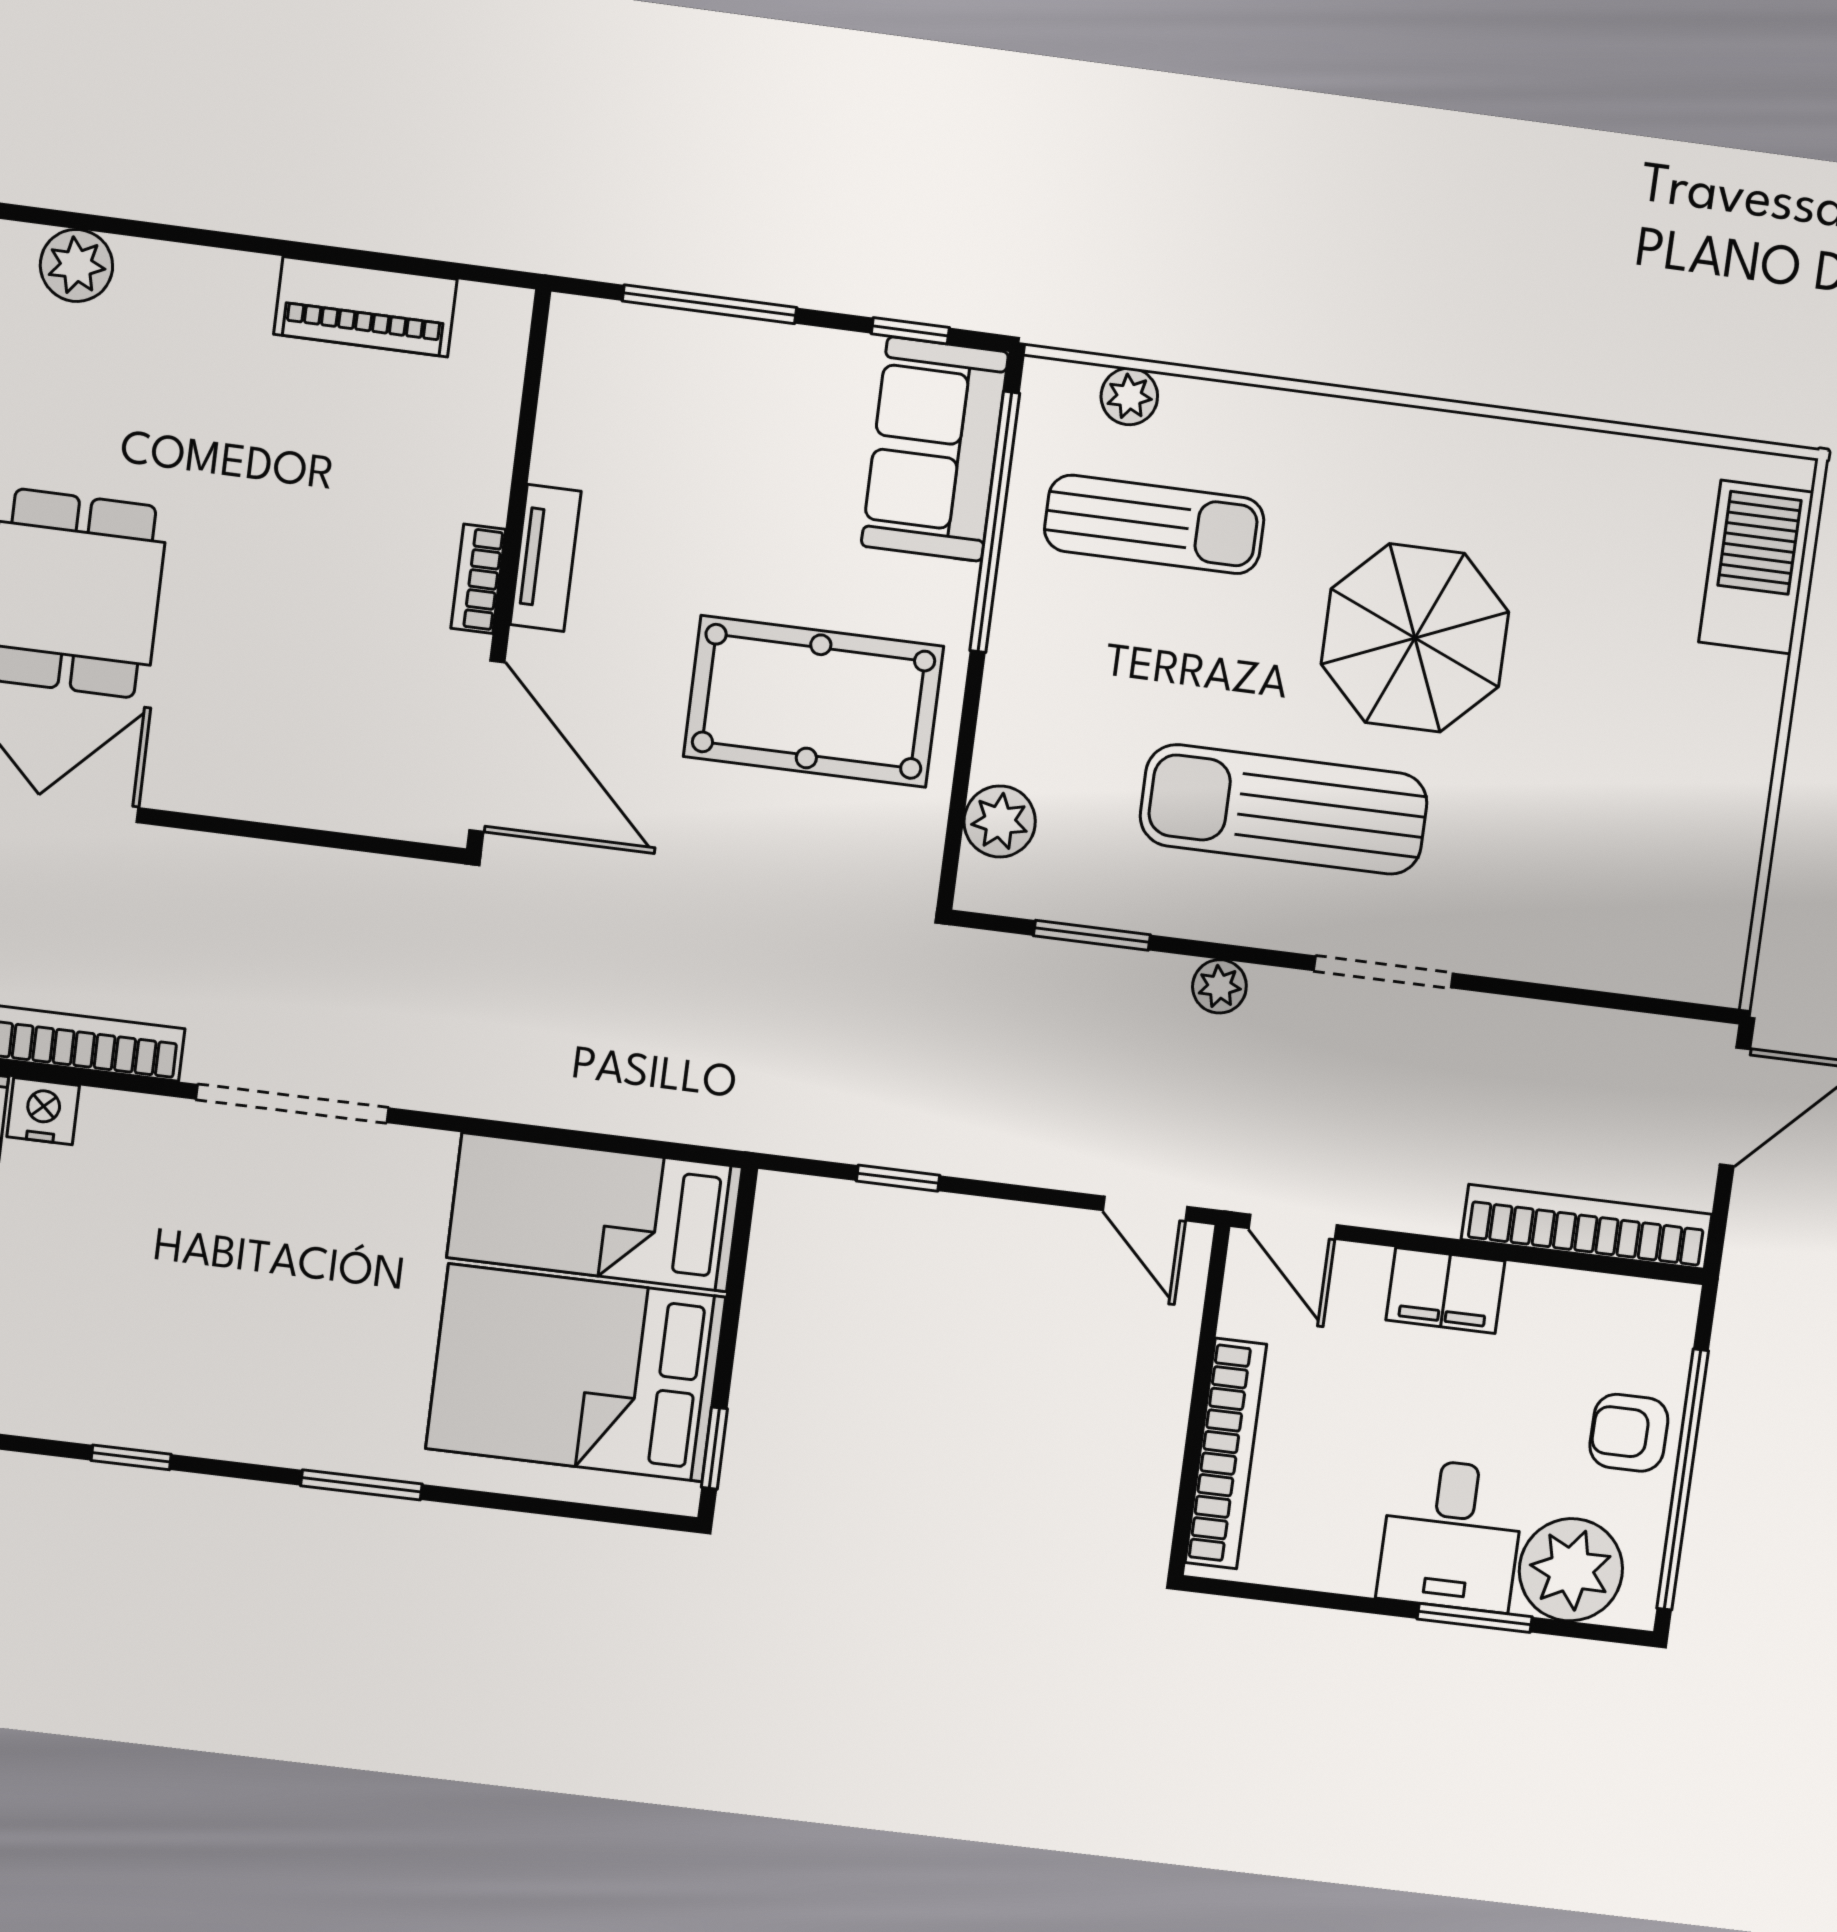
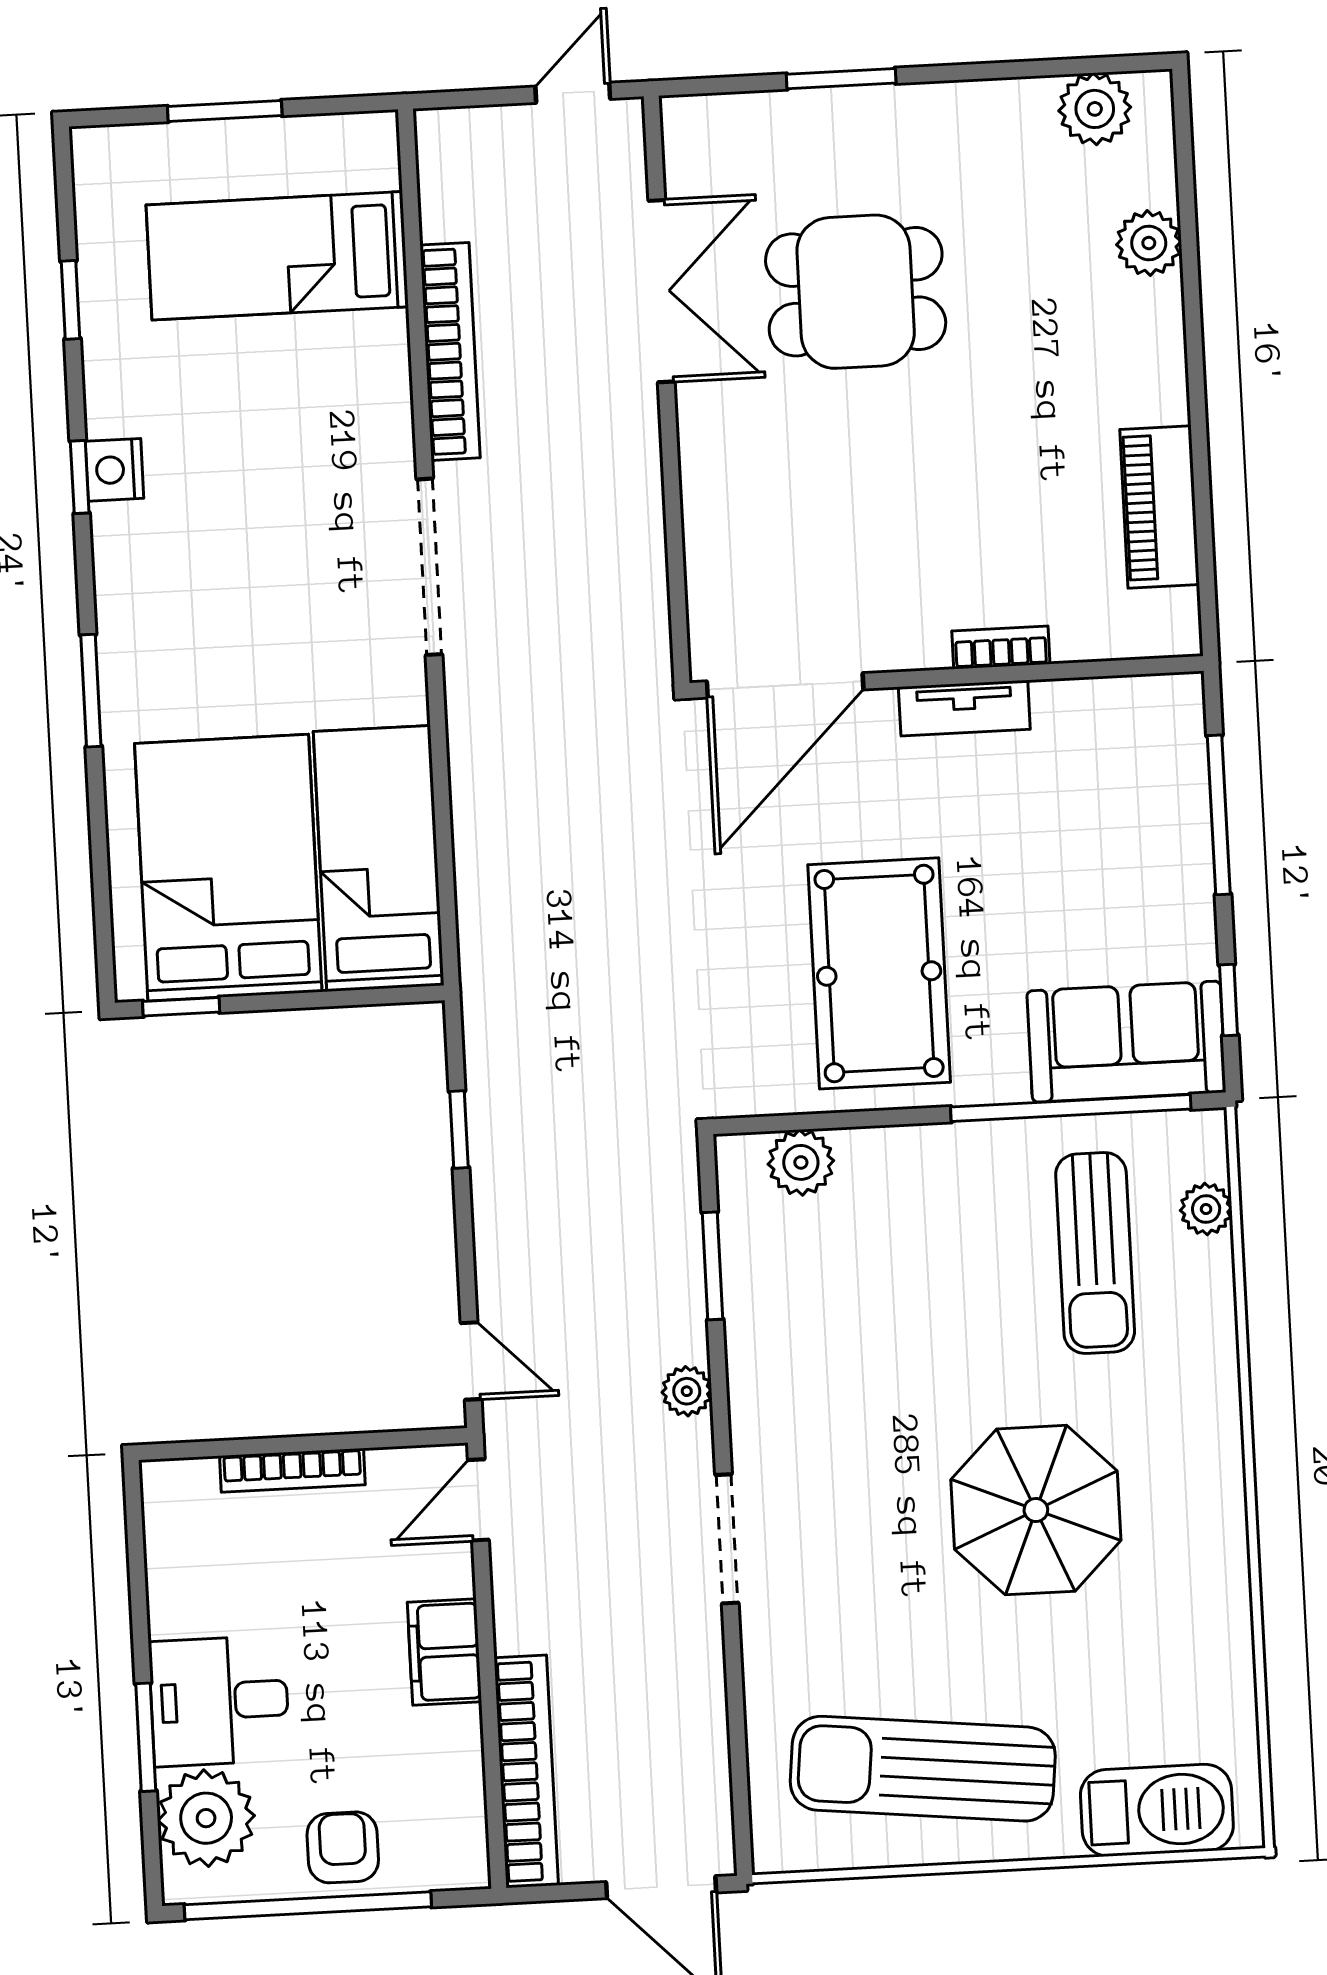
bookcase: (478, 579) -> (1001, 647), moved
sun lounger: (1284, 809) -> (923, 1769), moved, turned -84
nightstand: (43, 1111) -> (114, 470), moved, turned 180
door: (1145, 1209) -> (471, 1361), swing flipped
bookcase: (1226, 1454) -> (292, 1470), width x0.68, depth x0.76

